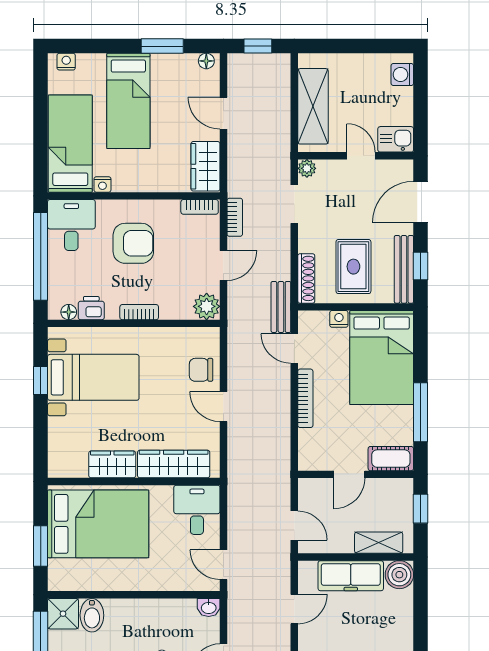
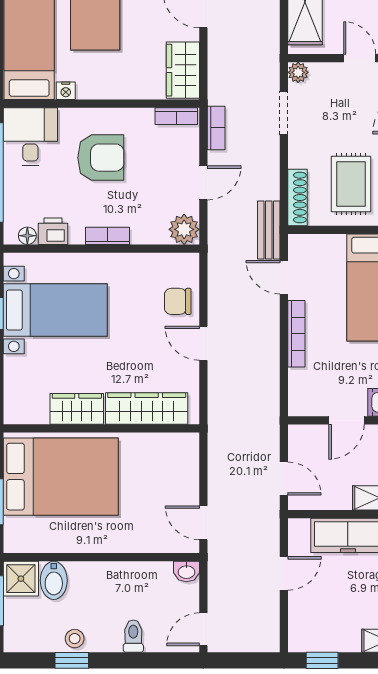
nightstand: (339, 319) -> (335, 244), removed
desk: (197, 510) -> (173, 461), removed

